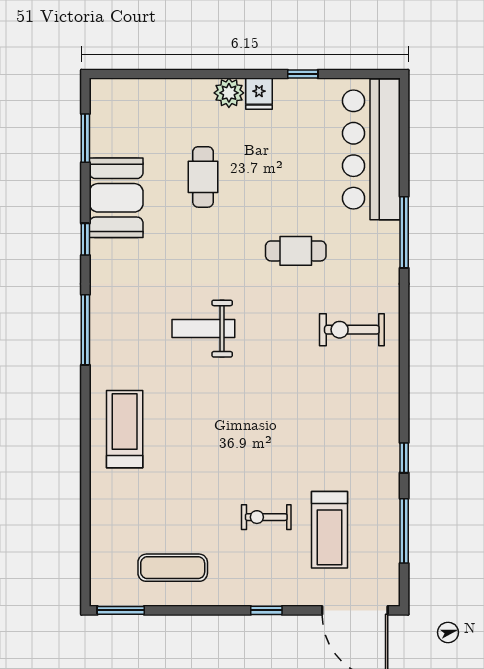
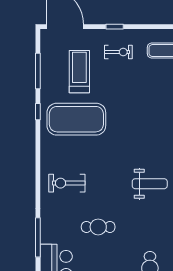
exercise bike: (352, 330) -> (67, 183), turned 180
exercise mat: (335, 444) -> (76, 119), added
exercise bike: (266, 517) -> (118, 52), moved

